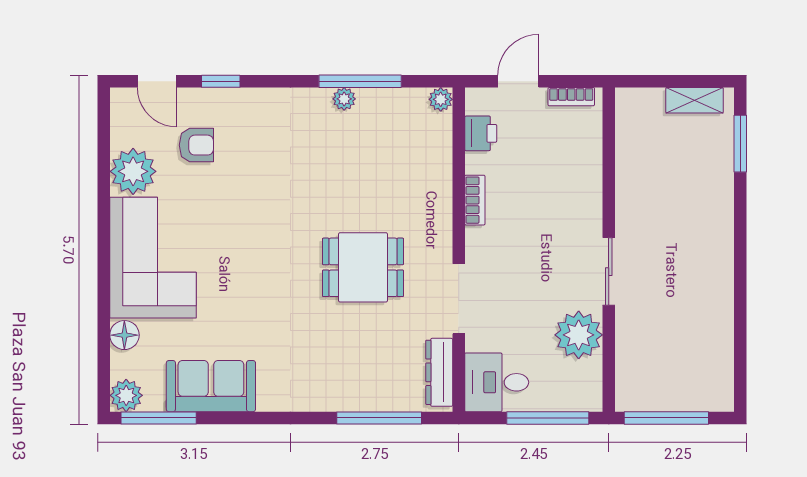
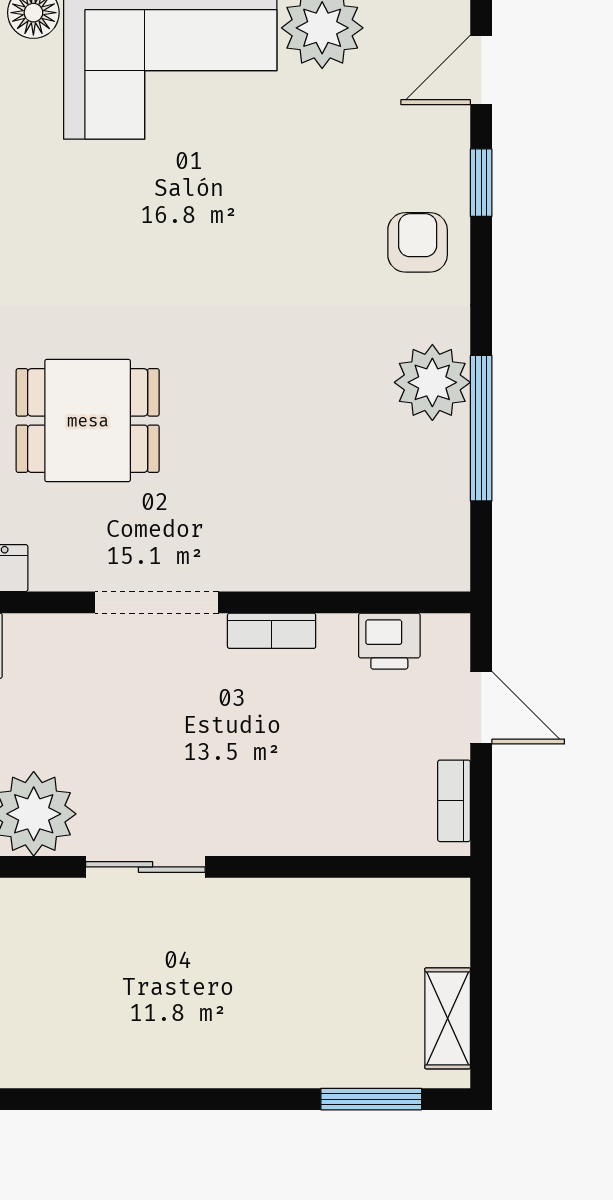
plant: (344, 99) -> (432, 382), width x1.88, depth x1.88
plant: (441, 99) -> (449, 571), removed
armchair: (196, 145) -> (418, 242), moved, turned 180
dining table: (363, 267) -> (88, 421), moved, turned 90
doorway: (459, 299) -> (157, 602), moved

